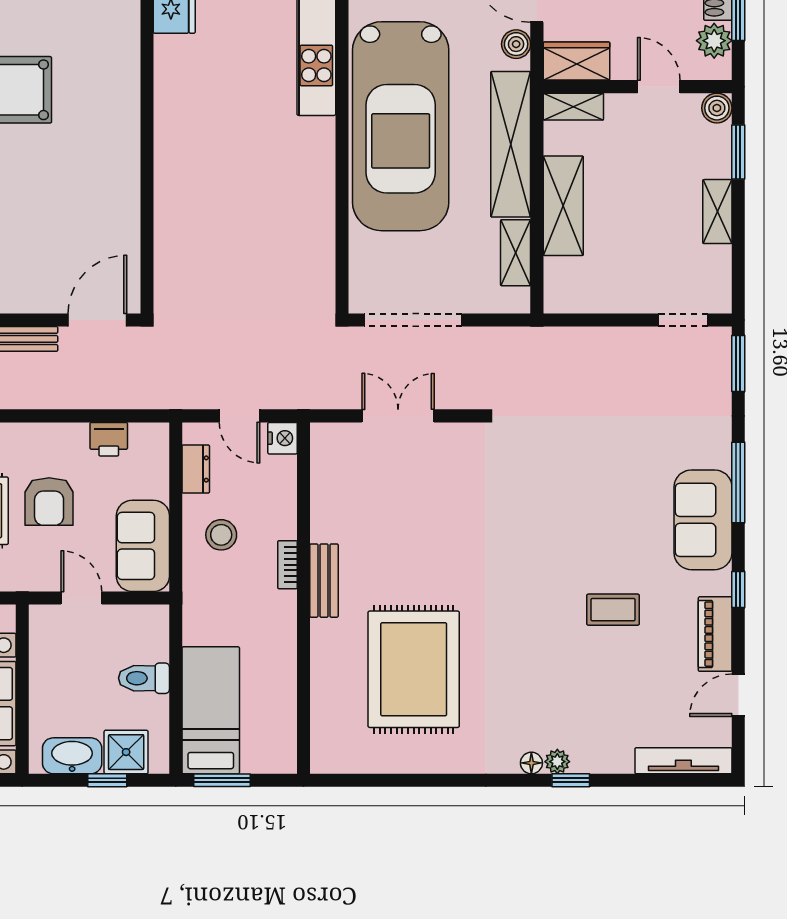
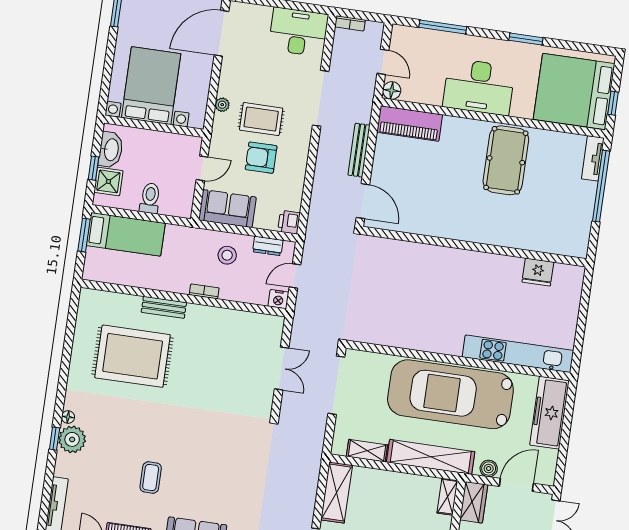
shelving: (563, 206) -> (337, 493), moved, turned 90
printer: (109, 439) -> (289, 222), moved
bench: (324, 581) -> (164, 307), moved
plant: (557, 762) -> (72, 439), width x1.88, depth x1.88

